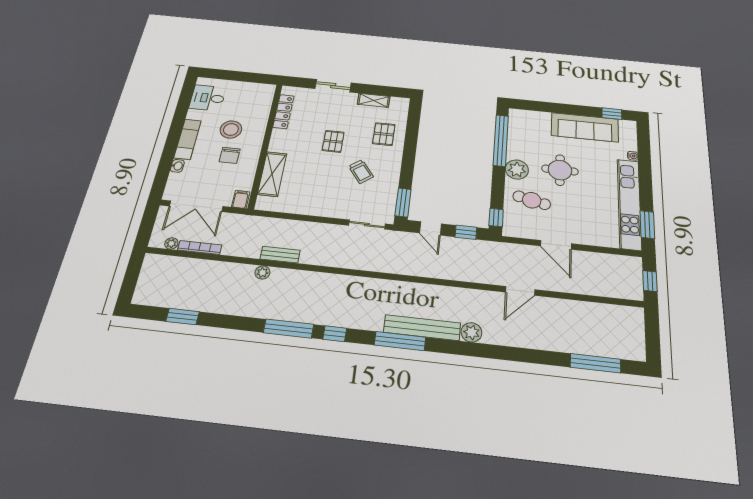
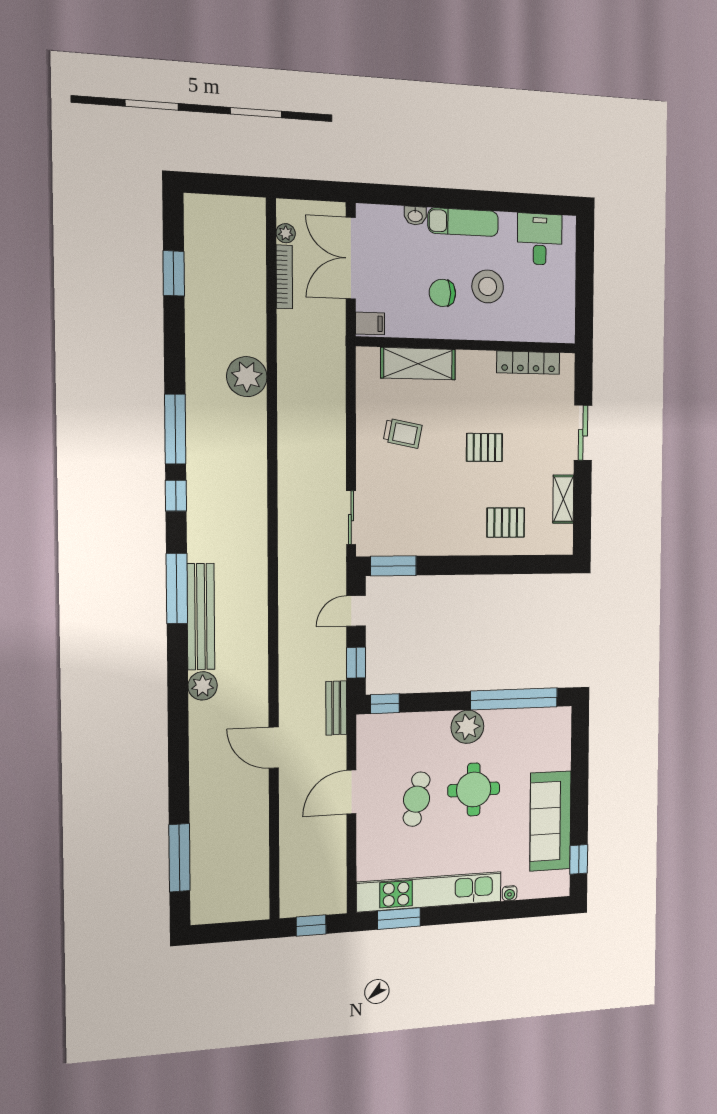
trolley: (361, 172) -> (403, 433), moved, turned -132
cafe table: (532, 200) -> (417, 799), moved
bench: (280, 255) -> (336, 708), moved
plant: (262, 273) -> (247, 377), width x1.87, depth x1.87

